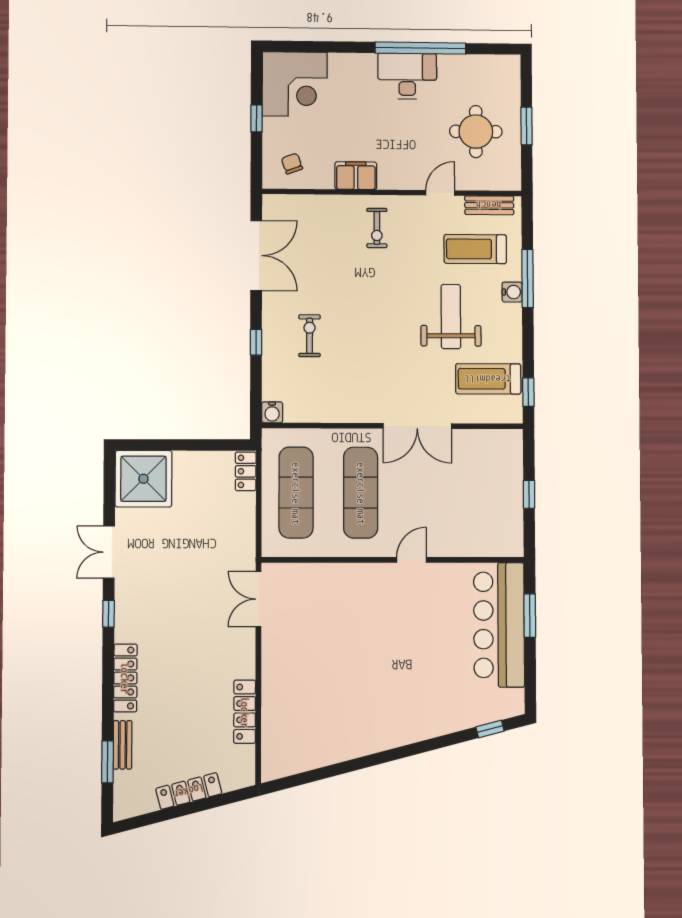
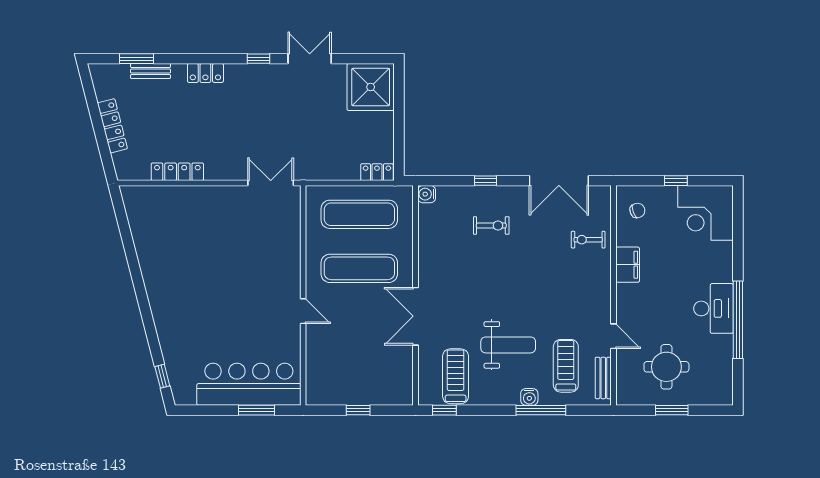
exercise bike: (377, 228) -> (588, 240), moved
locker: (125, 678) -> (205, 73), width x0.66

